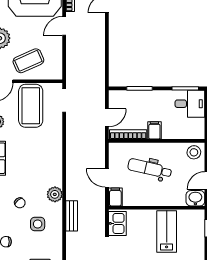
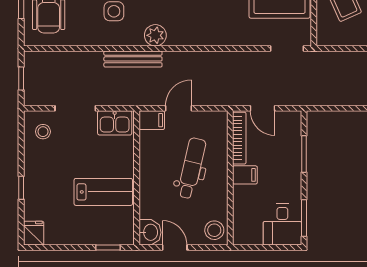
bench: (72, 216) -> (133, 59), width x1.36

